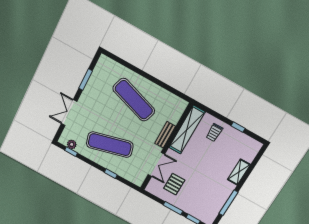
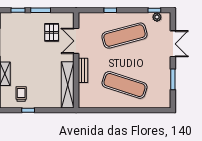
trolley: (214, 132) -> (21, 94), moved

